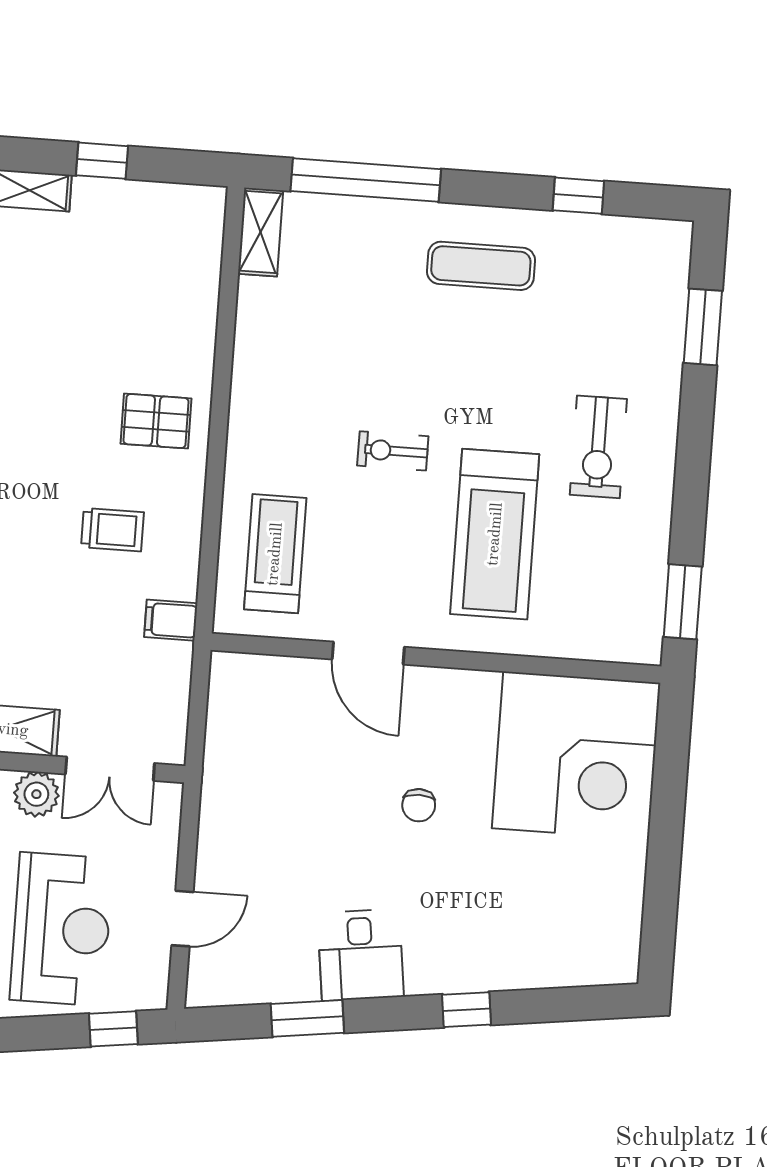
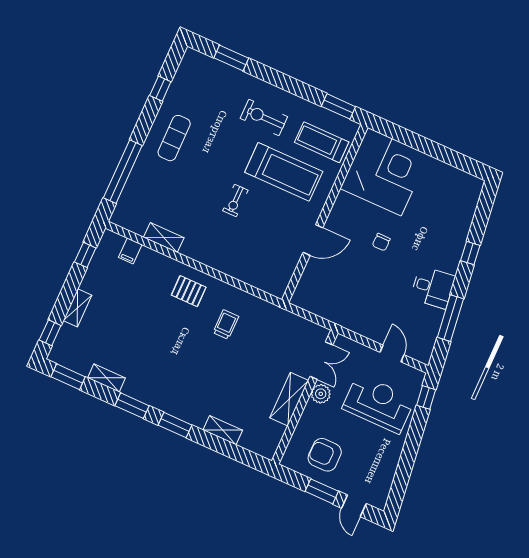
window: (102, 161) -> (85, 255), moved
shelving: (261, 232) -> (164, 238), moved
pallet: (156, 421) -> (189, 291), turned 90
exercise bike: (598, 447) -> (264, 118), turned 180
treadmill: (275, 554) -> (322, 142), moved
filing cabinet: (171, 620) -> (130, 251), moved
chair: (419, 805) -> (381, 242), turned 90
window: (307, 1018) -> (450, 318), width x1.44

